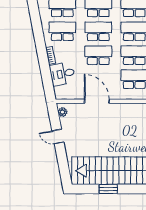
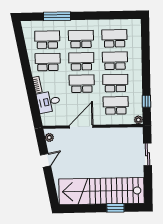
door: (97, 101) -> (81, 127), hinge flipped
door: (58, 136) -> (46, 160), swing flipped
window: (108, 189) -> (115, 208), moved

